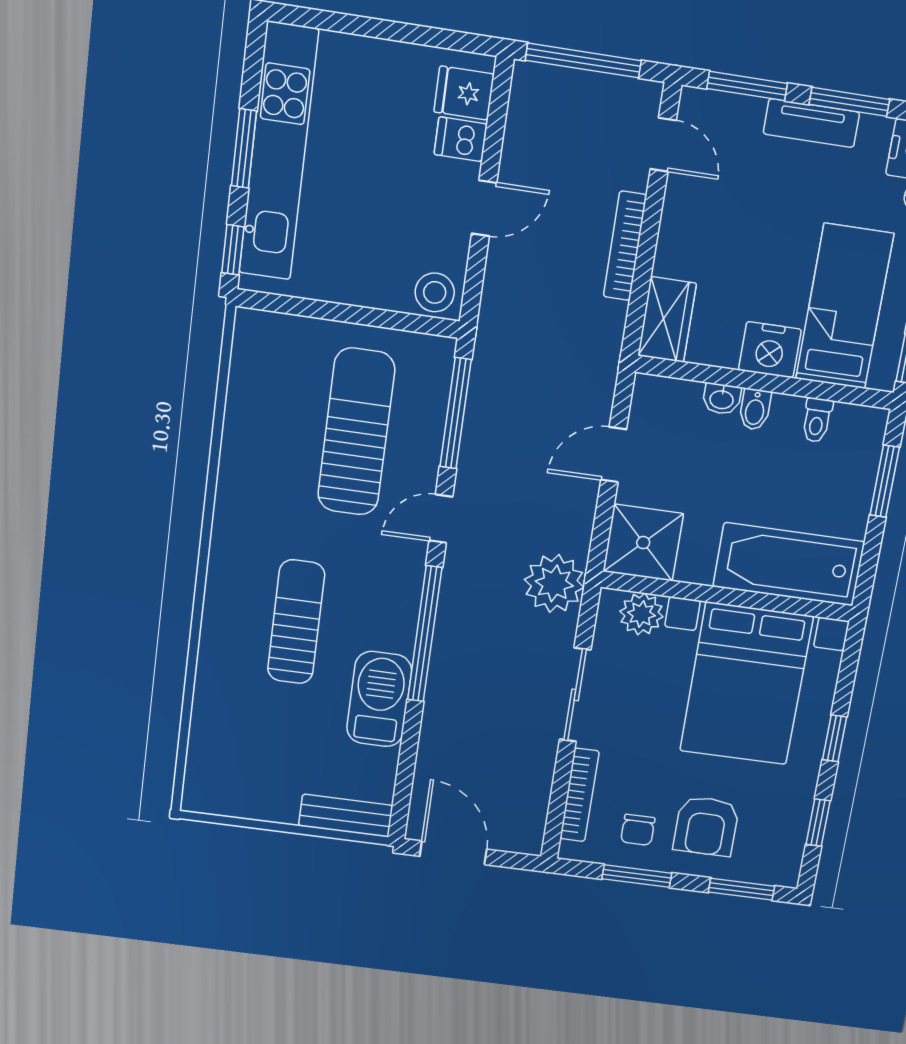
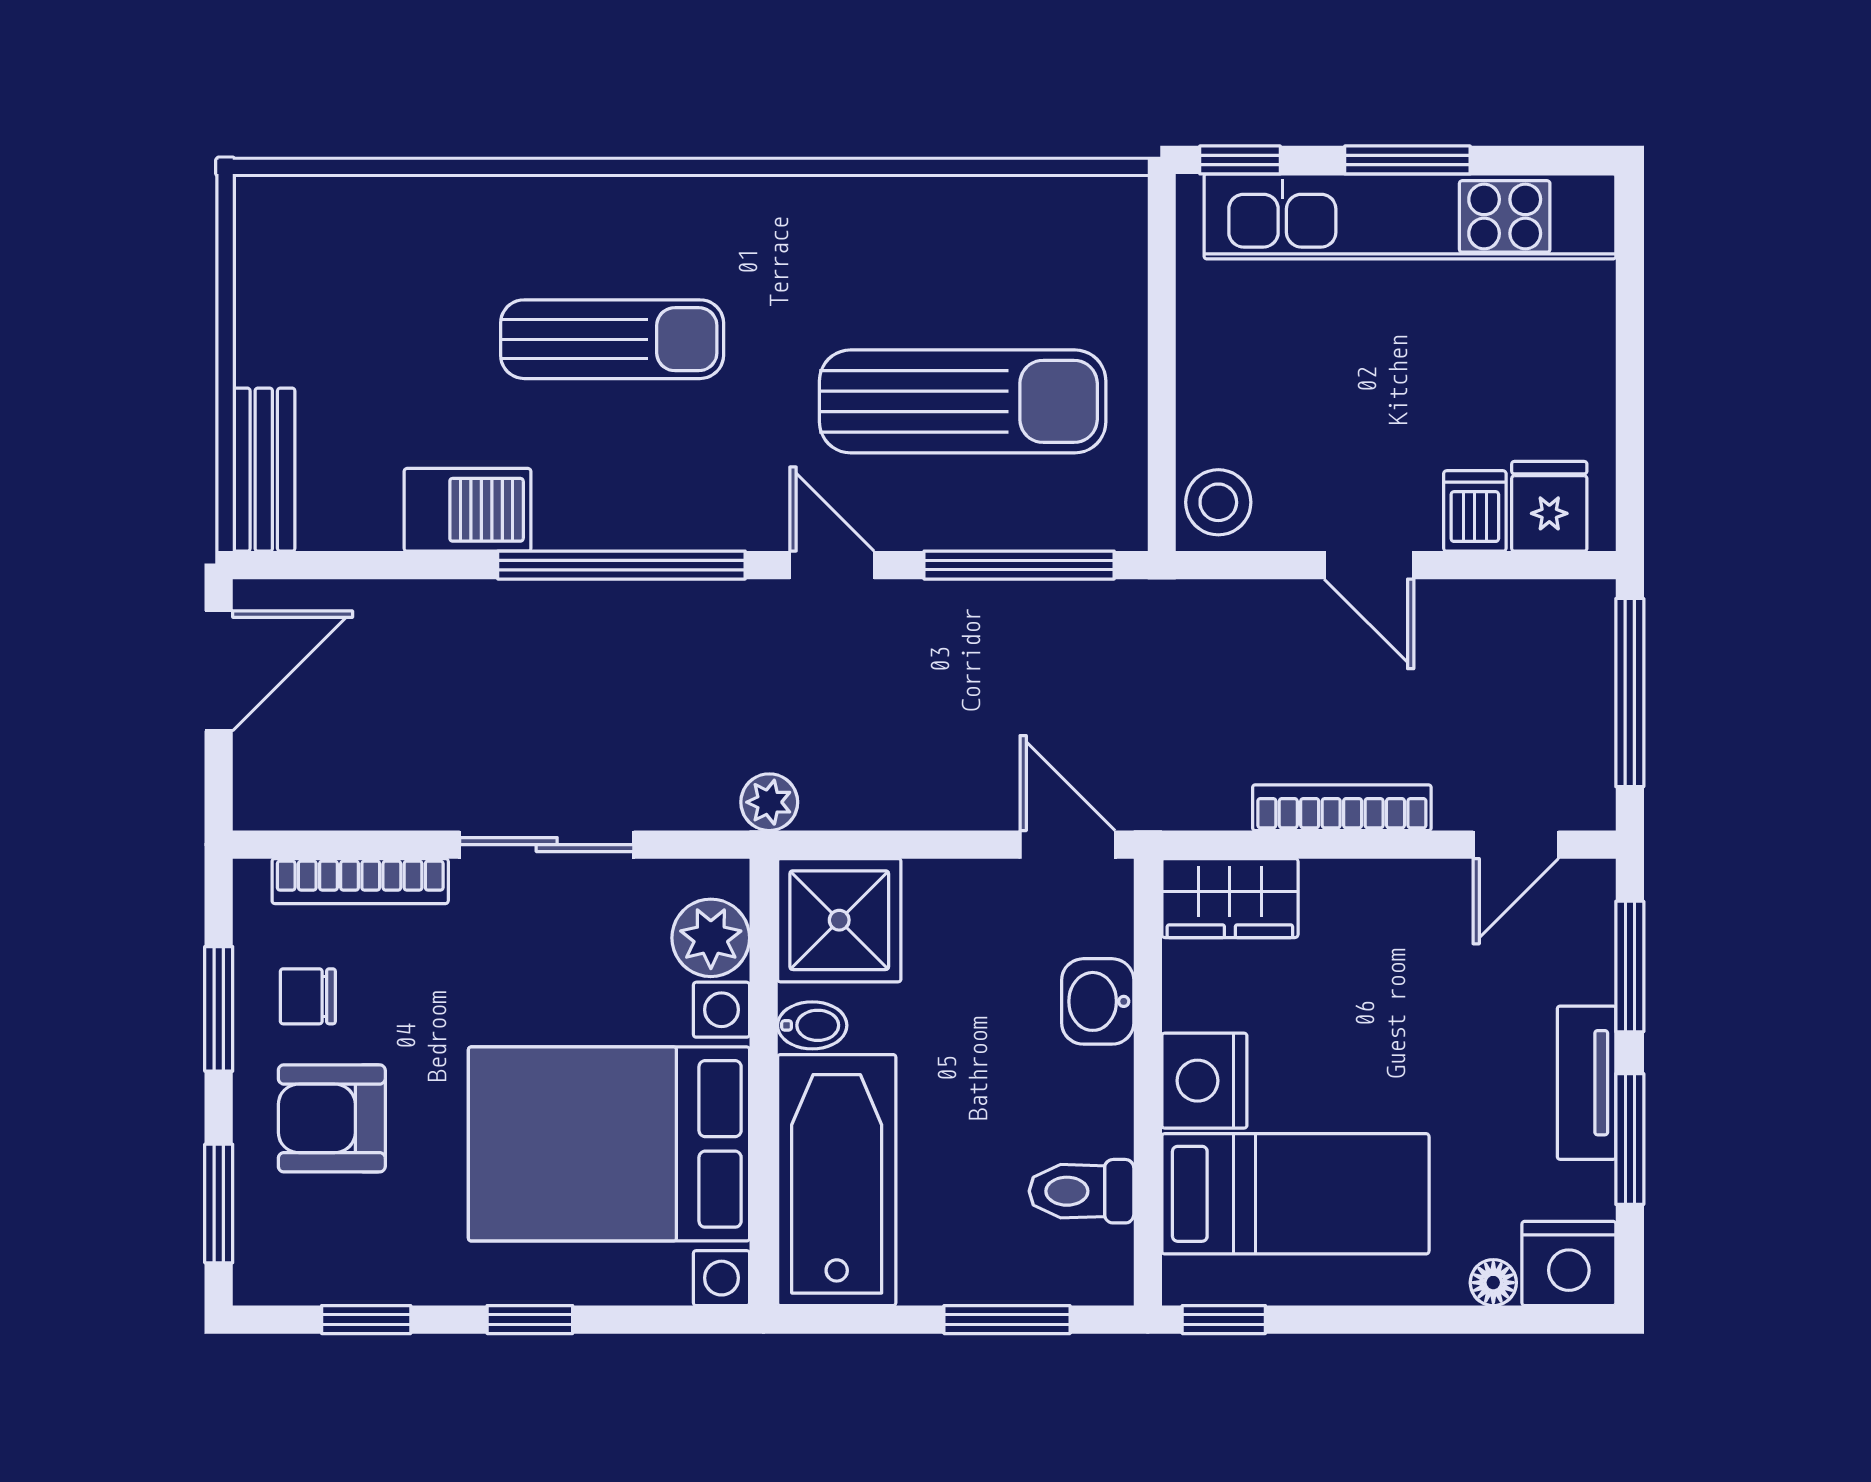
washbasin: (722, 399) -> (1098, 1001), width x1.38, depth x1.45
bidet: (755, 409) -> (812, 1025), moved, turned 180
toilet: (817, 420) -> (1082, 1191), width x1.37, depth x1.39
door: (614, 455) -> (1068, 845), moved
plant: (554, 583) -> (769, 802), width x0.53, depth x0.53
barbecue: (379, 699) -> (468, 510), width x0.73, depth x0.83

